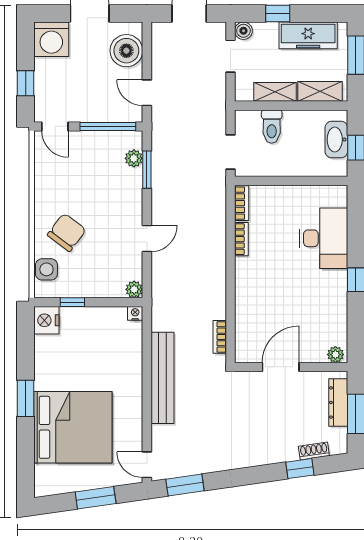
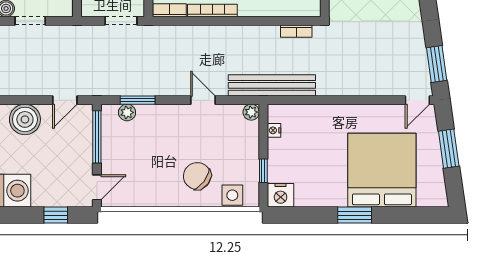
bookcase: (241, 239) -> (212, 10), width x1.56
nightstand: (135, 313) -> (274, 130), moved
bench: (162, 378) -> (272, 85), moved

